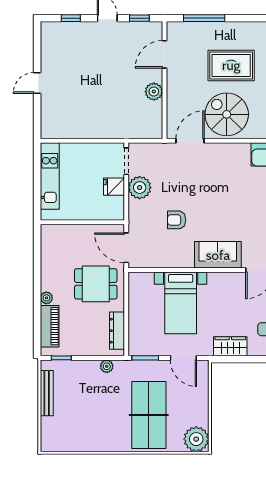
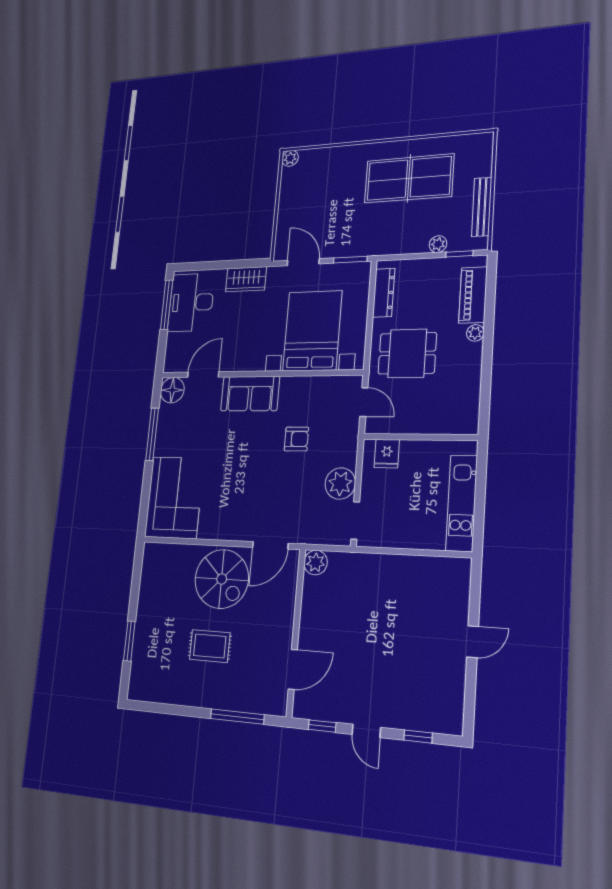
rug: (231, 65) -> (210, 646), width x0.73, depth x0.70
plant: (154, 92) -> (316, 563), moved
fridge: (114, 187) -> (387, 454), moved, turned 90
door: (126, 248) -> (364, 402), width x0.73
bed with nightstands: (181, 303) -> (312, 331), width x1.36
plant: (107, 366) -> (438, 244), moved
table tennis table: (149, 415) -> (409, 178), moved, turned 90
plant: (196, 439) -> (290, 158), width x0.53, depth x0.53

